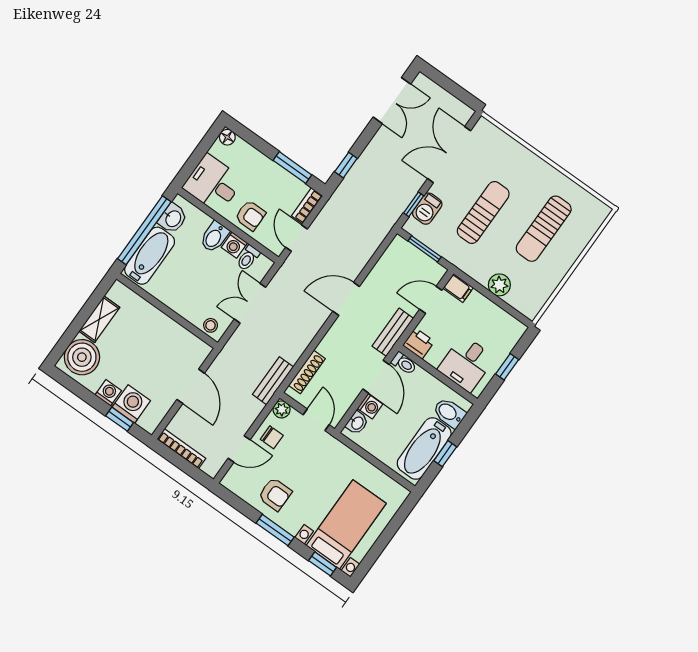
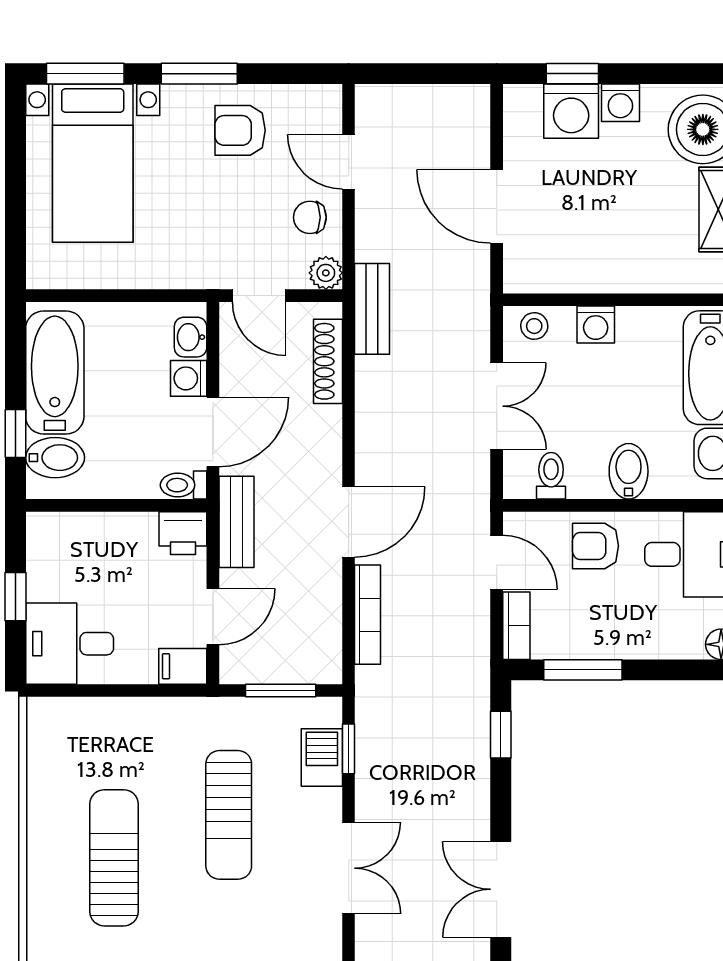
double door: (449, 155) -> (349, 868), width x0.73
washing machine: (234, 245) -> (596, 325), moved, turned 180
plant: (499, 285) -> (121, 718), removed
desk: (466, 364) -> (70, 644), moved, turned -90
door: (376, 377) -> (213, 432), swing flipped
bookcase: (181, 449) -> (367, 615), moved, turned -90
door: (239, 449) -> (349, 162), hinge flipped
window: (445, 454) -> (15, 434), moved
window: (323, 564) -> (85, 74), width x1.50

